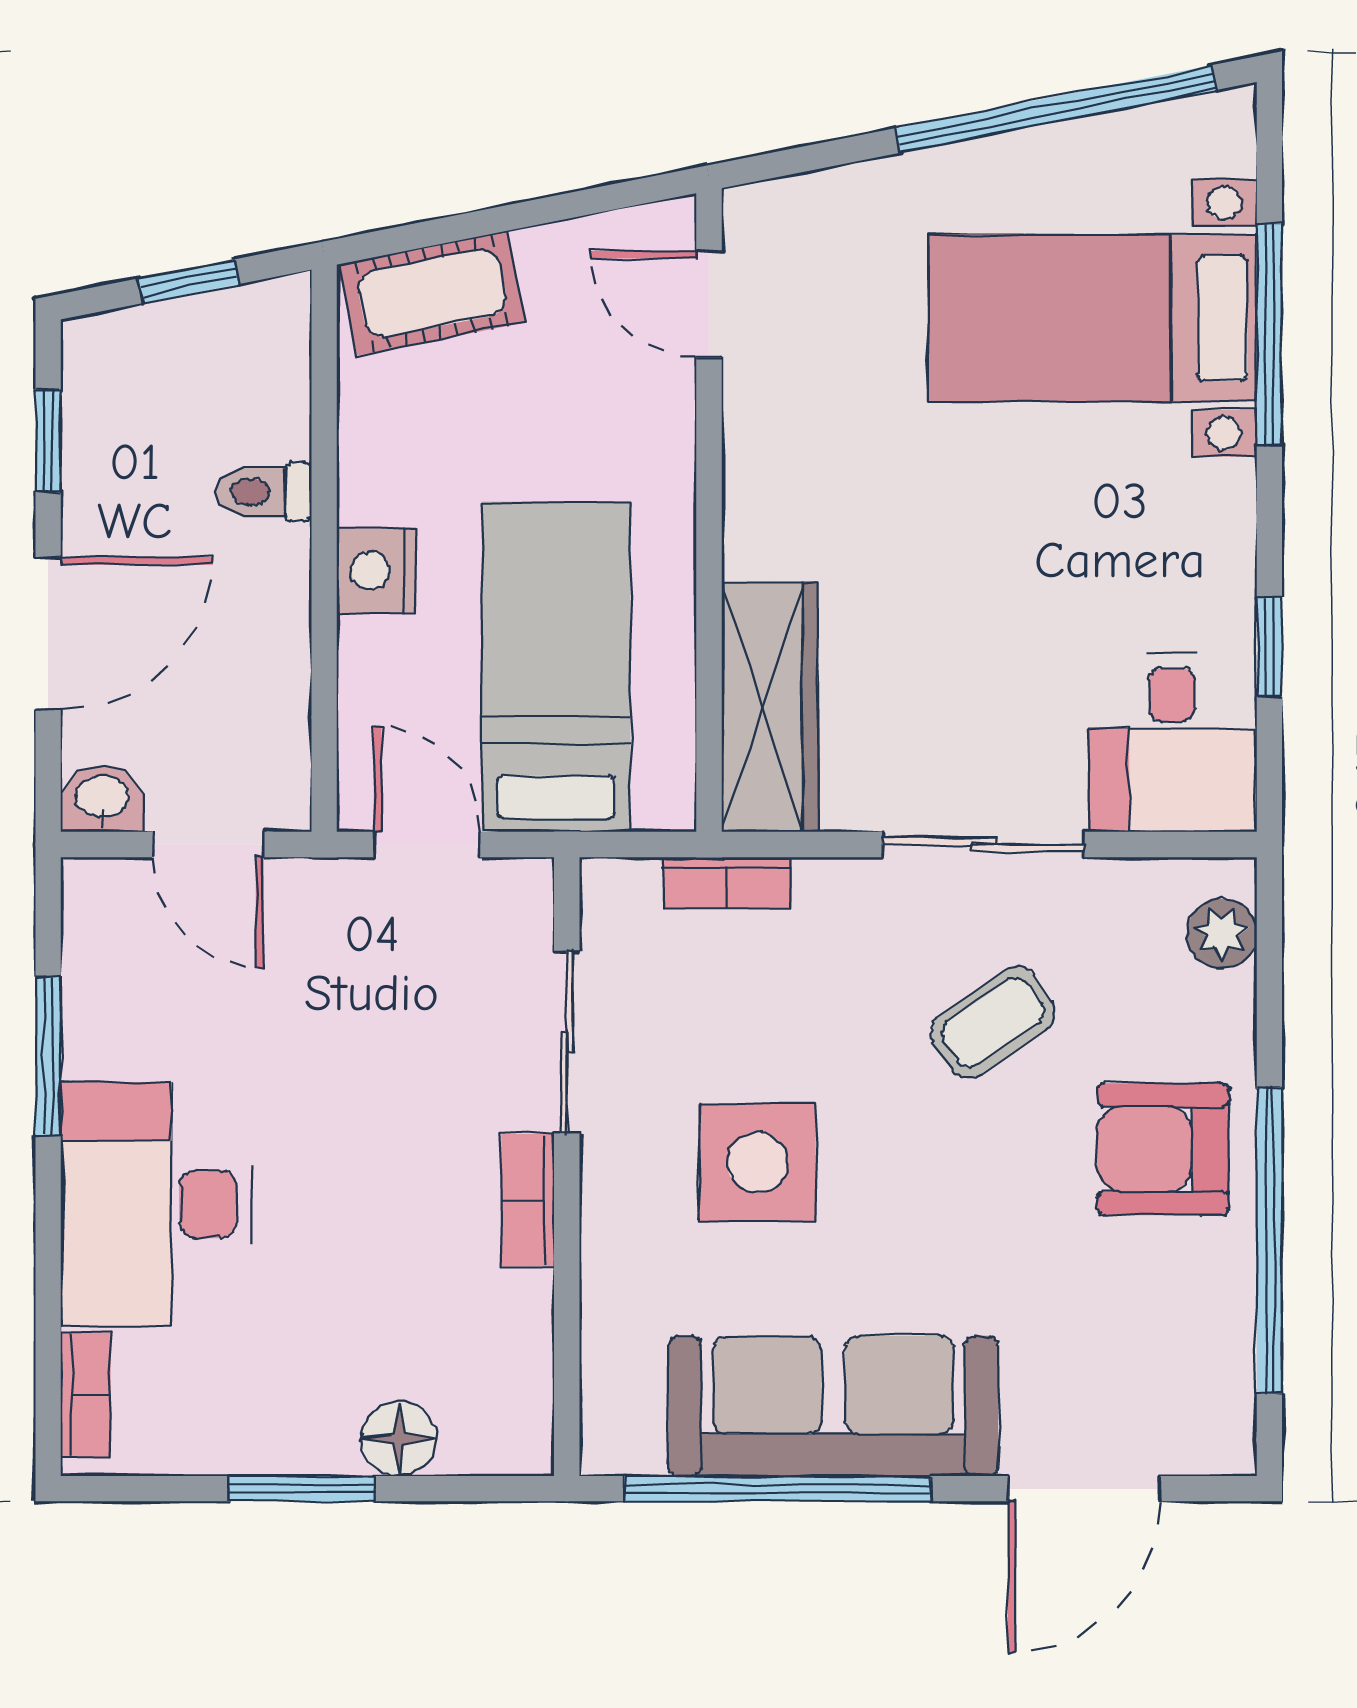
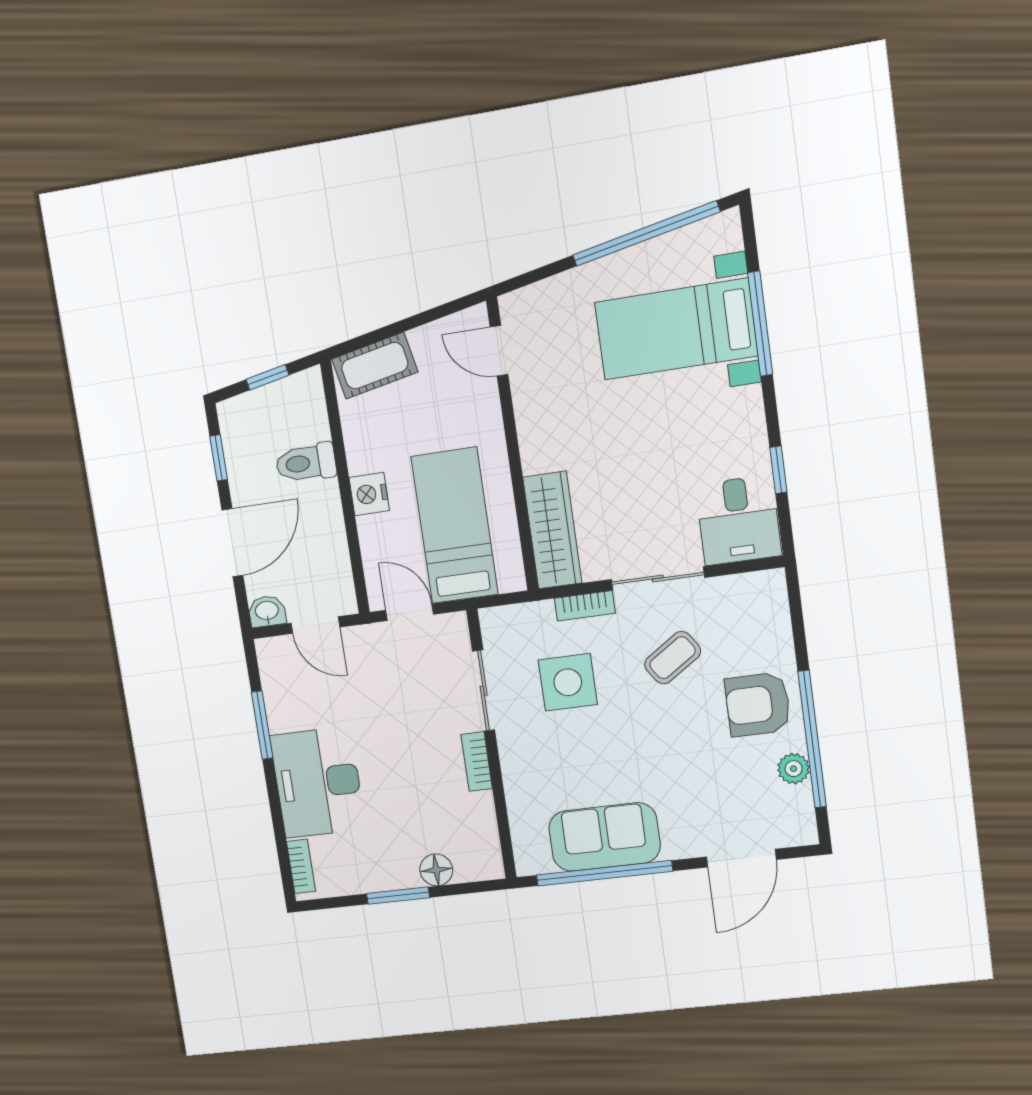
toilet: (264, 492) -> (306, 463), width x1.37, depth x1.39
bookcase: (727, 883) -> (585, 606), moved
plant: (1222, 934) -> (794, 769), moved
side table: (757, 1163) -> (568, 682), moved
sofa: (833, 1406) -> (604, 837), width x0.73

